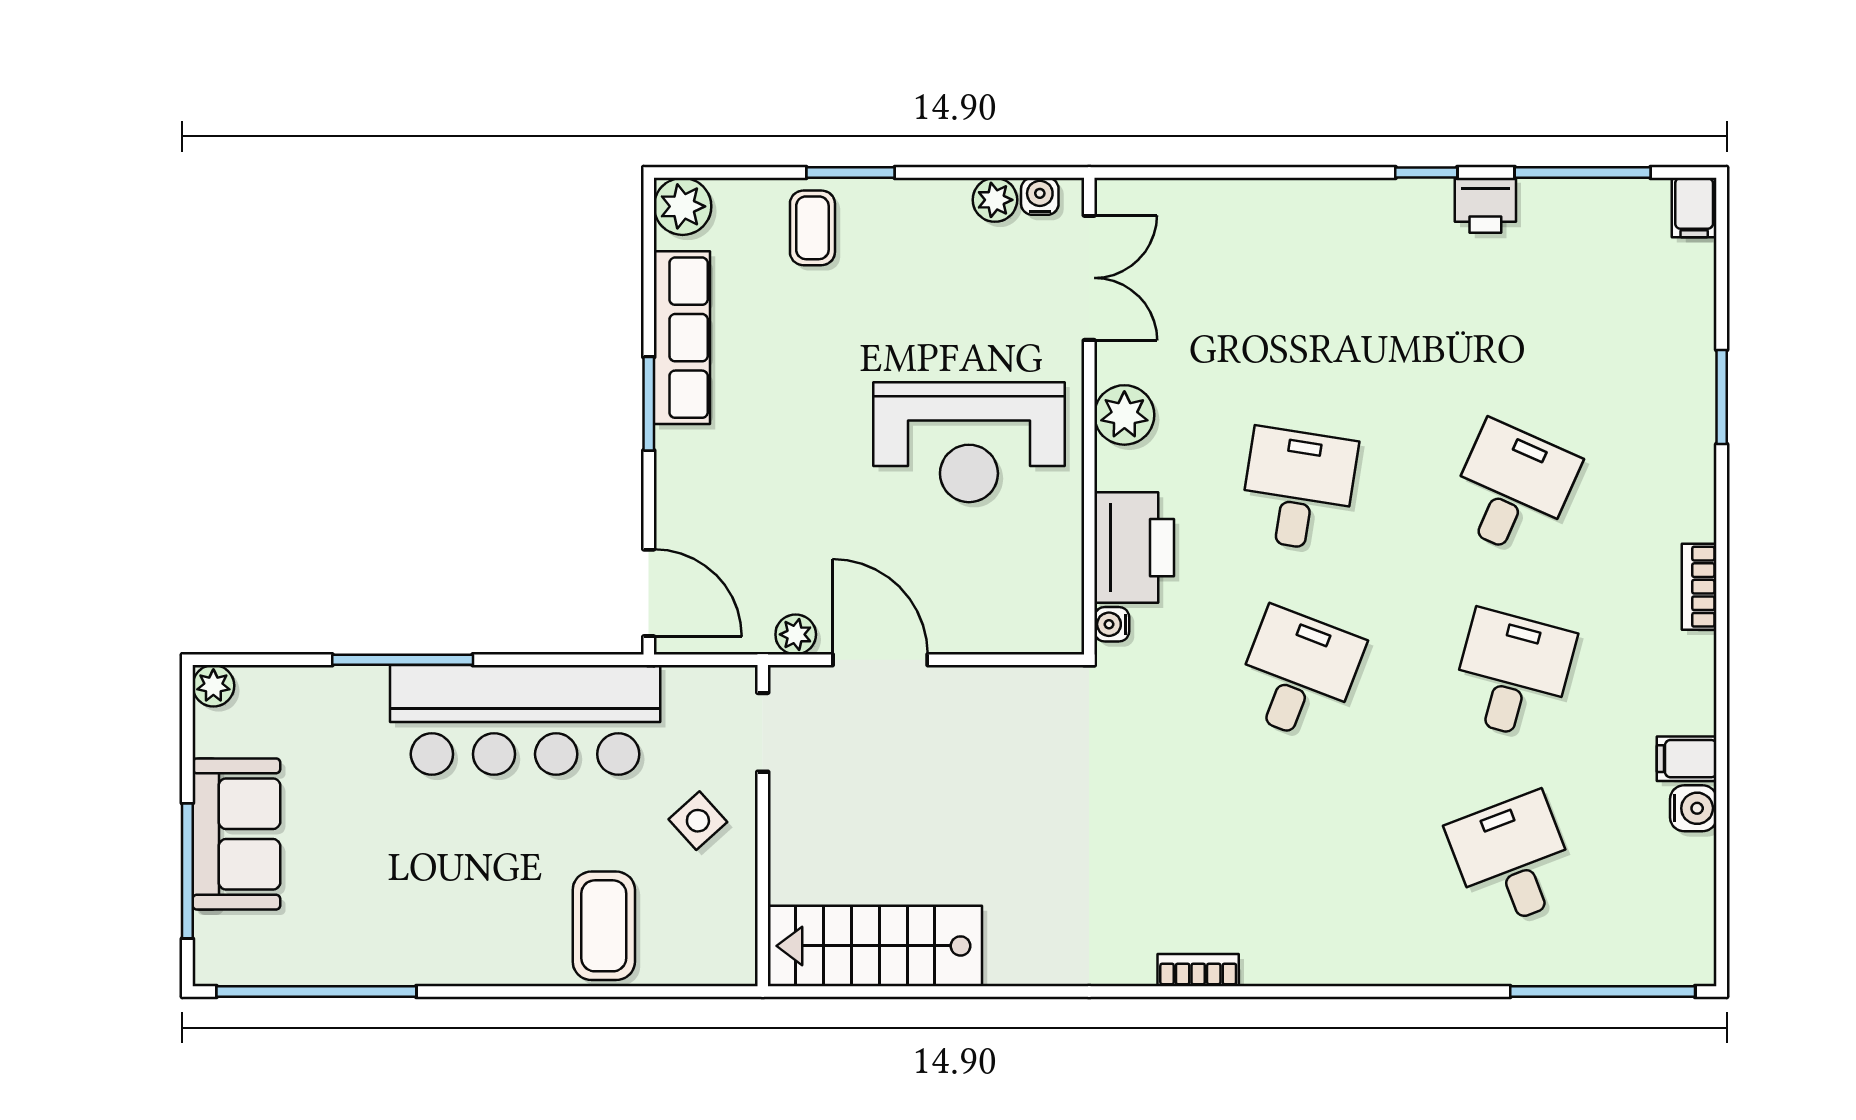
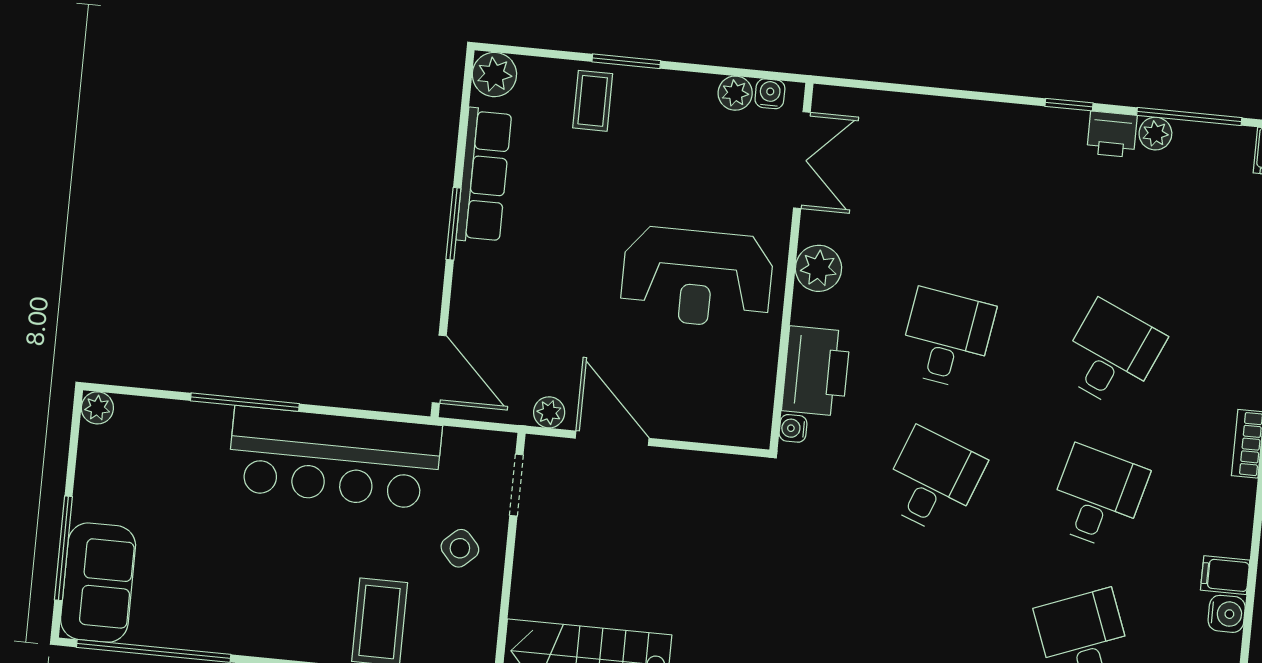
plant: (1541, 199) -> (1155, 134), added
sofa: (236, 834) -> (98, 583), moved

